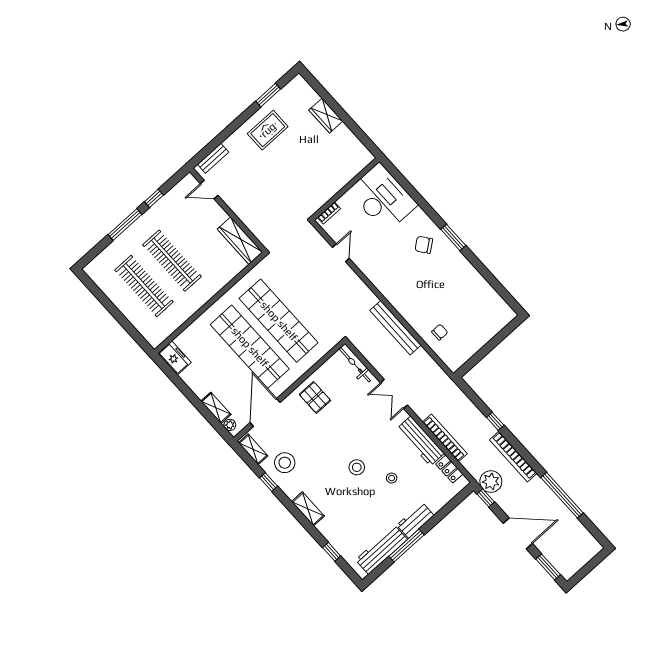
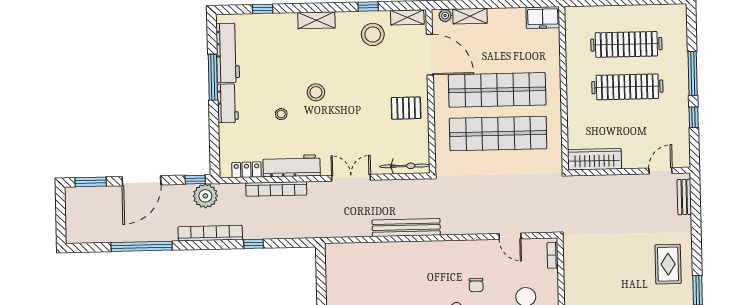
chair: (440, 332) -> (476, 285), moved

